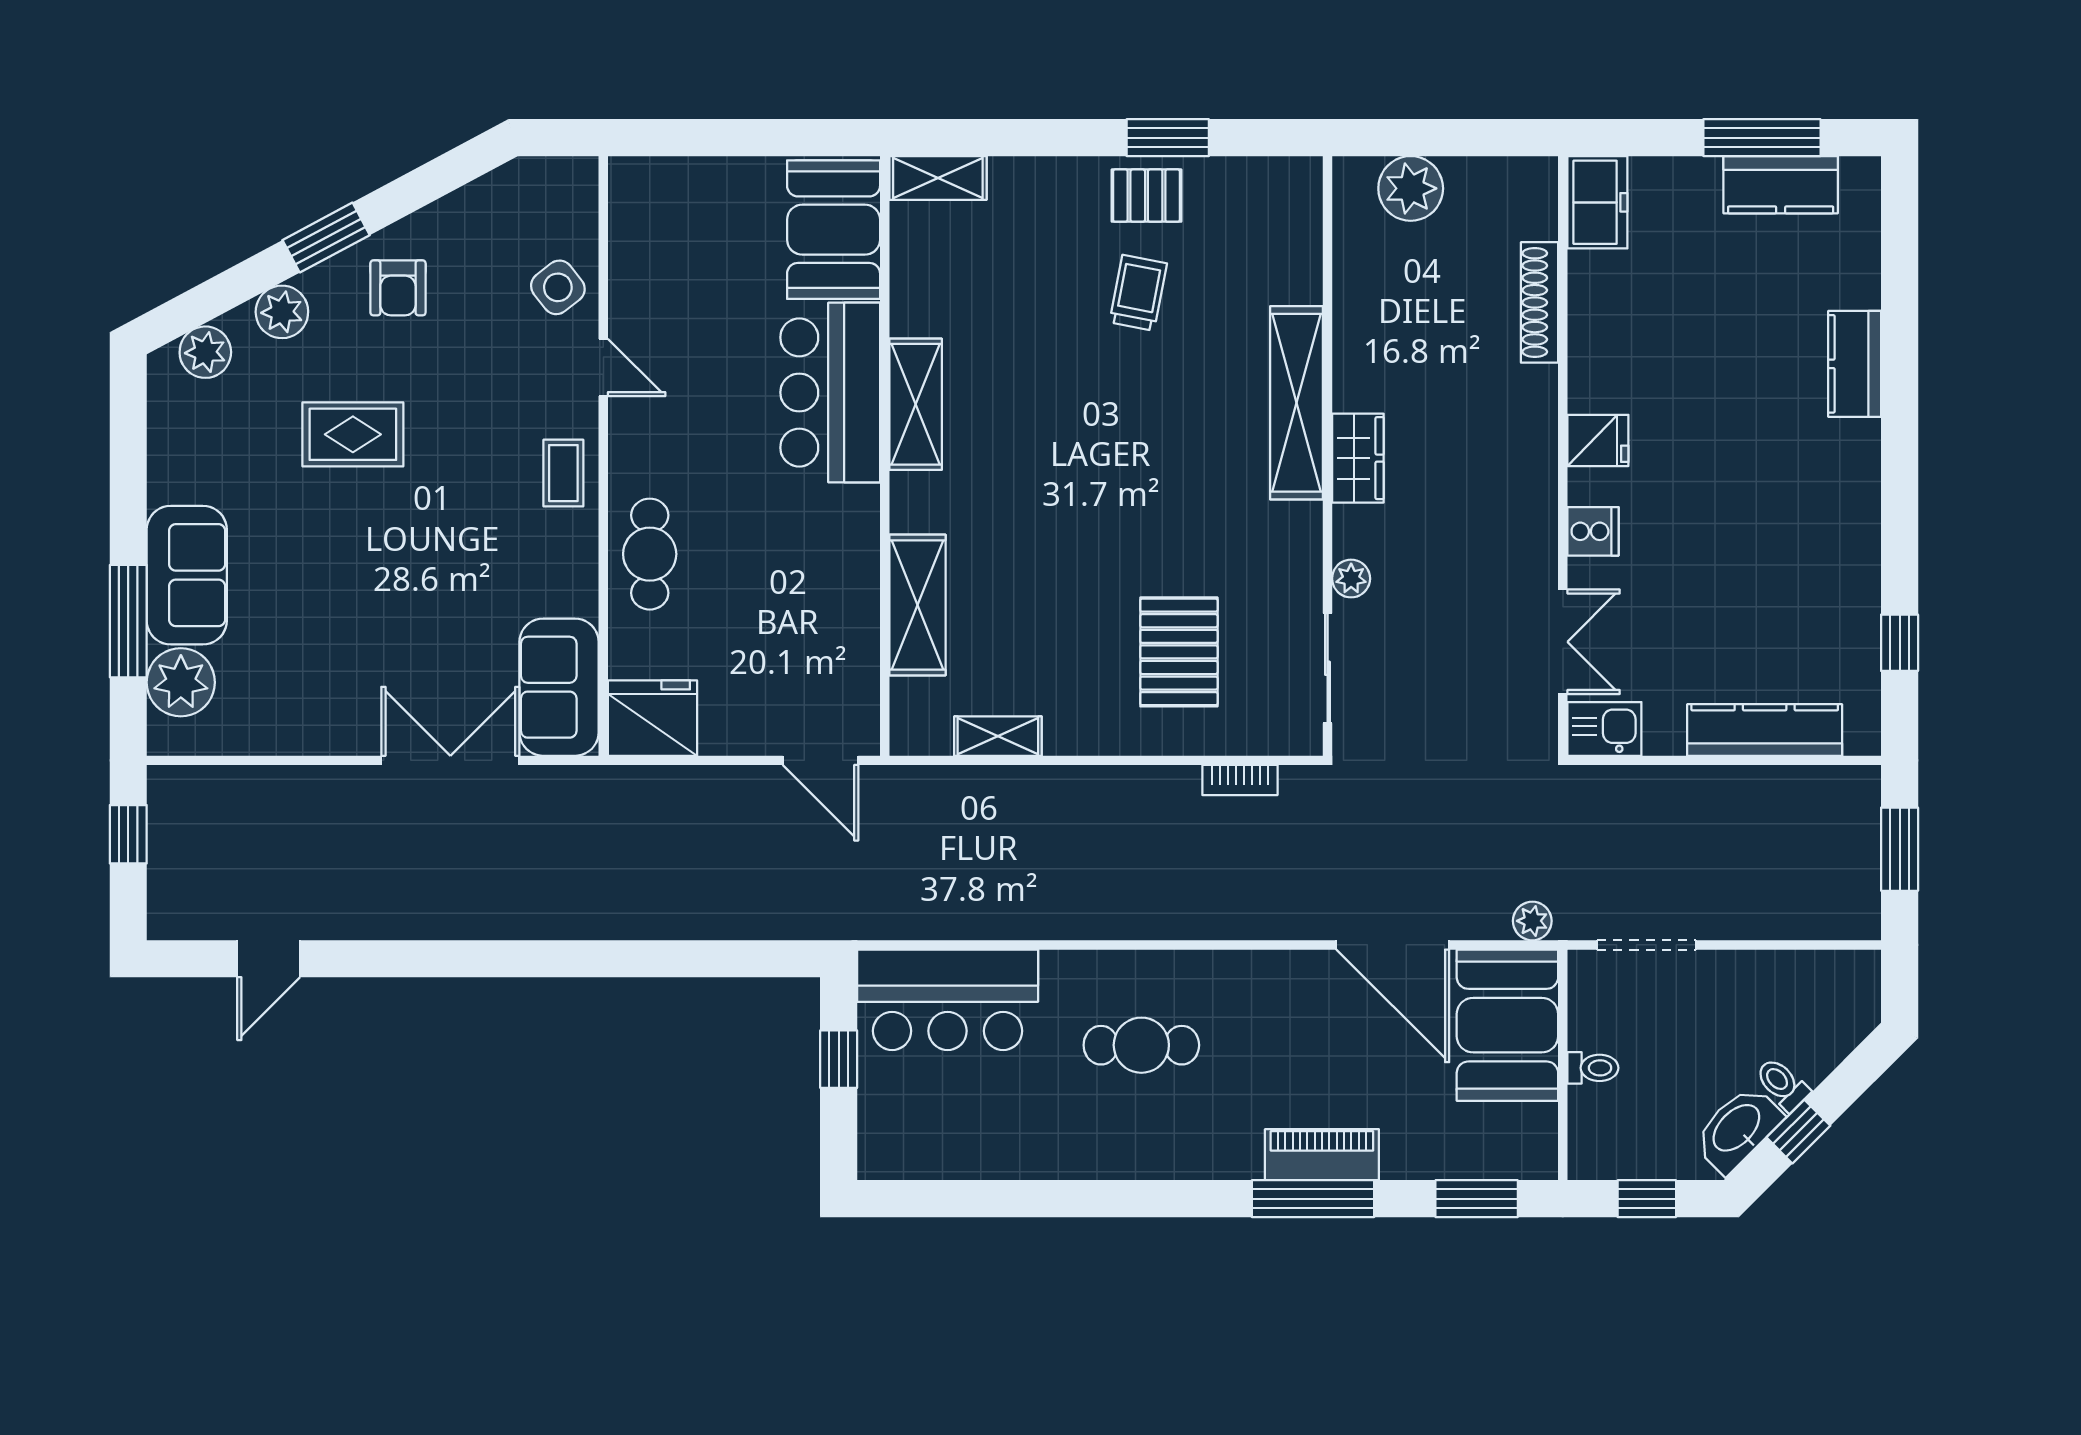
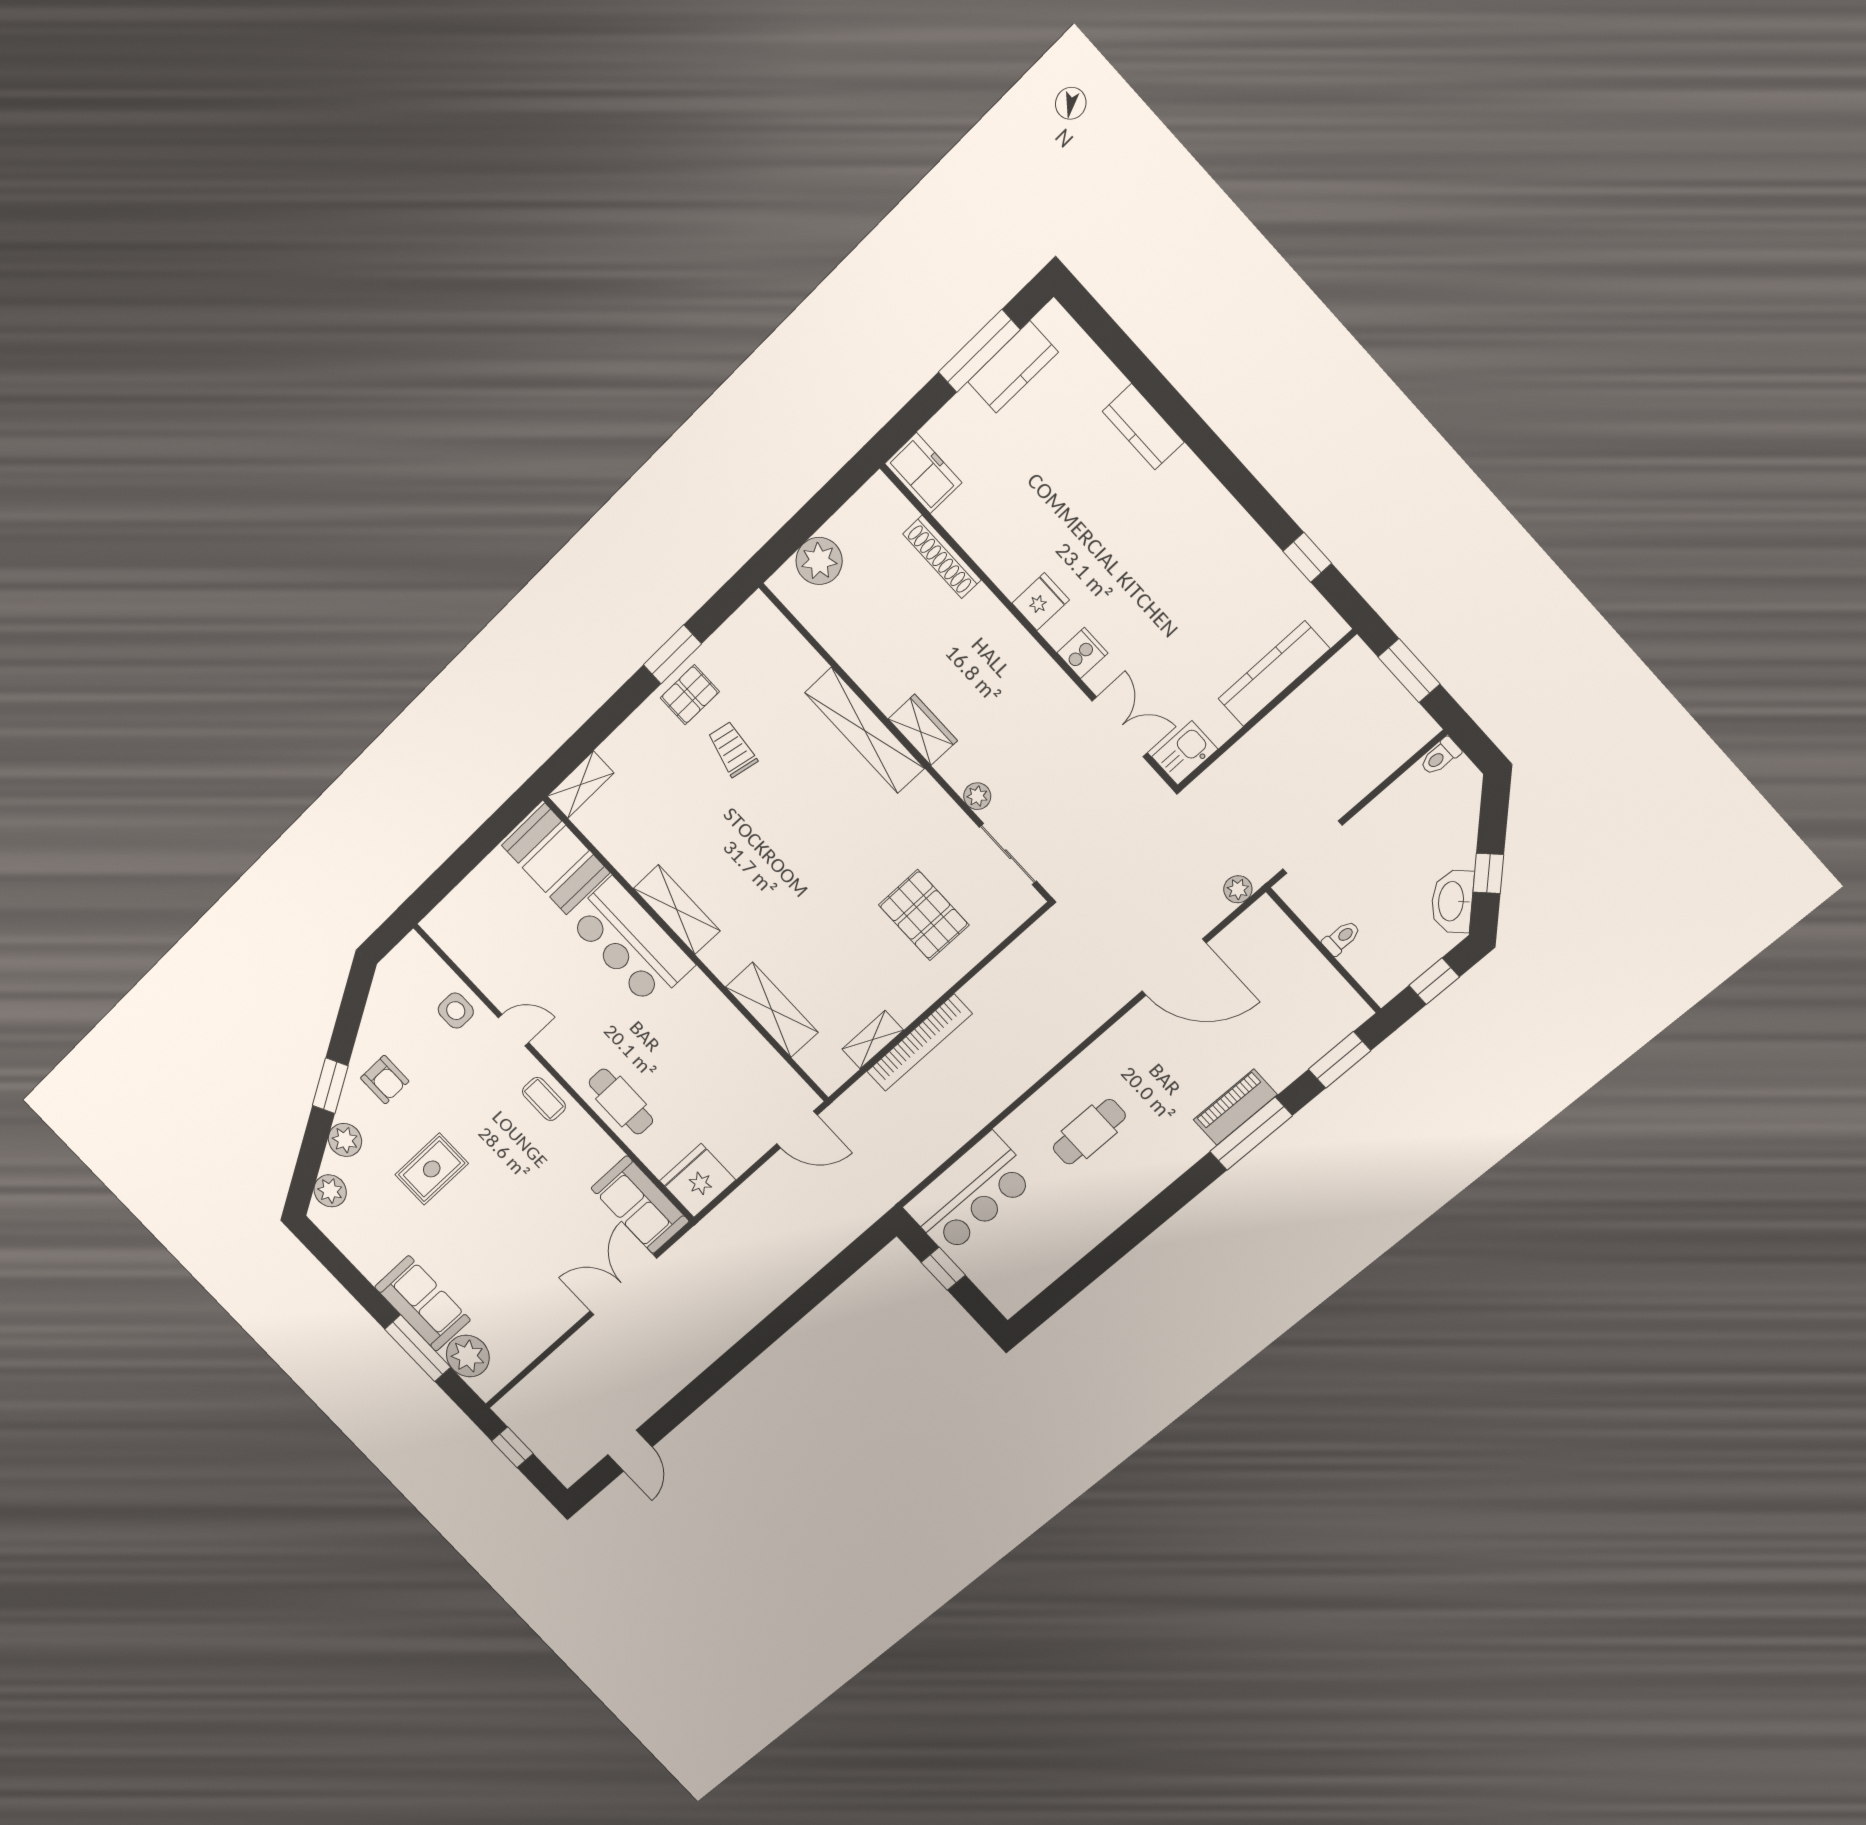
side table: (558, 287) -> (456, 1011), turned 38
bookcase: (1240, 780) -> (919, 1043), moved, width x2.31, depth x1.31
booth: (1507, 1025) -> (1274, 956), removed
toilet: (1782, 1084) -> (1440, 756), moved, turned -45

